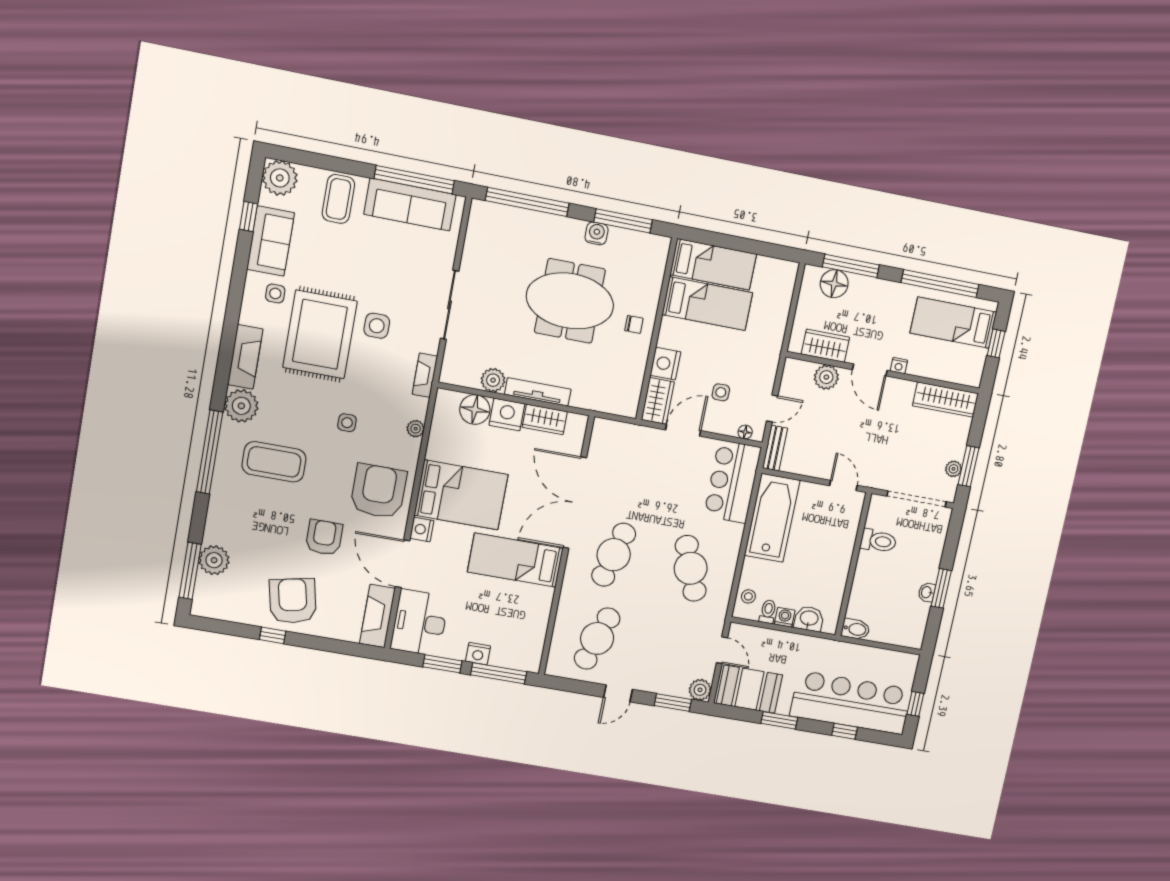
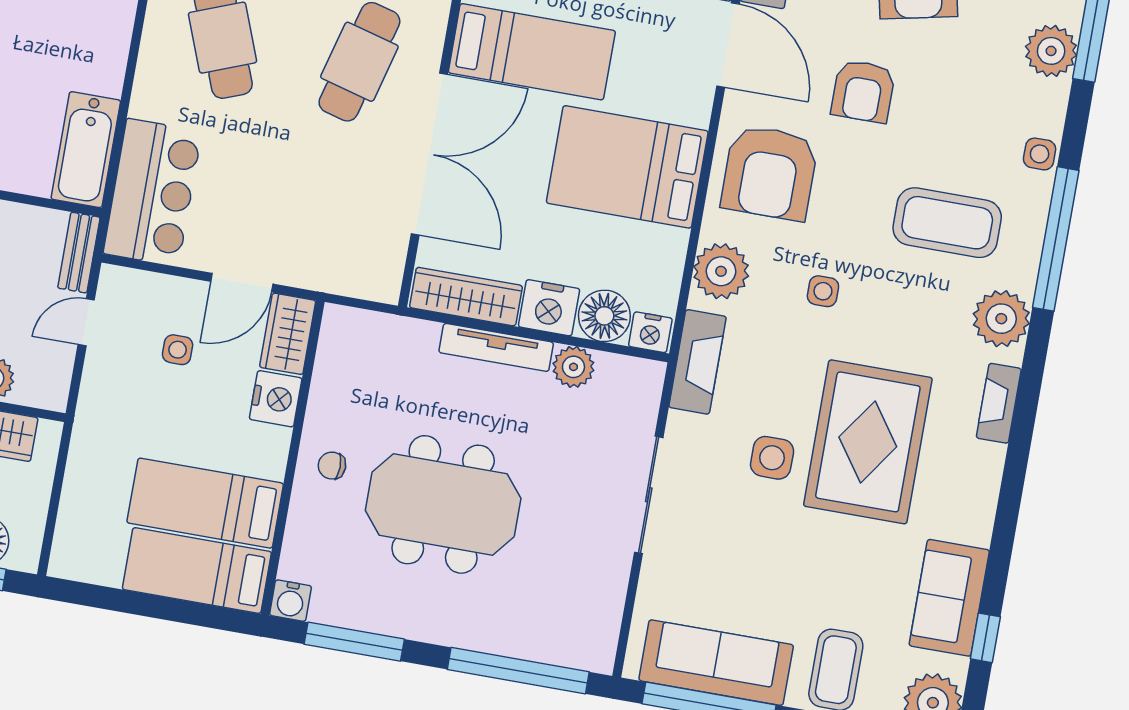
water cooler: (597, 233) -> (291, 601), moved
side table: (275, 293) -> (1040, 154), moved
fireplace: (245, 357) -> (999, 403), width x0.73, depth x0.76
fireplace: (425, 375) -> (697, 362), width x1.37, depth x1.32
wardrobe: (545, 419) -> (466, 297), width x1.50
plant: (416, 429) -> (721, 271), width x1.88, depth x1.88
floor lamp: (745, 432) -> (133, 281), removed
bathtub: (772, 518) -> (86, 150), width x0.73, depth x0.73
nightstand: (422, 529) -> (650, 332), moved, turned 90

